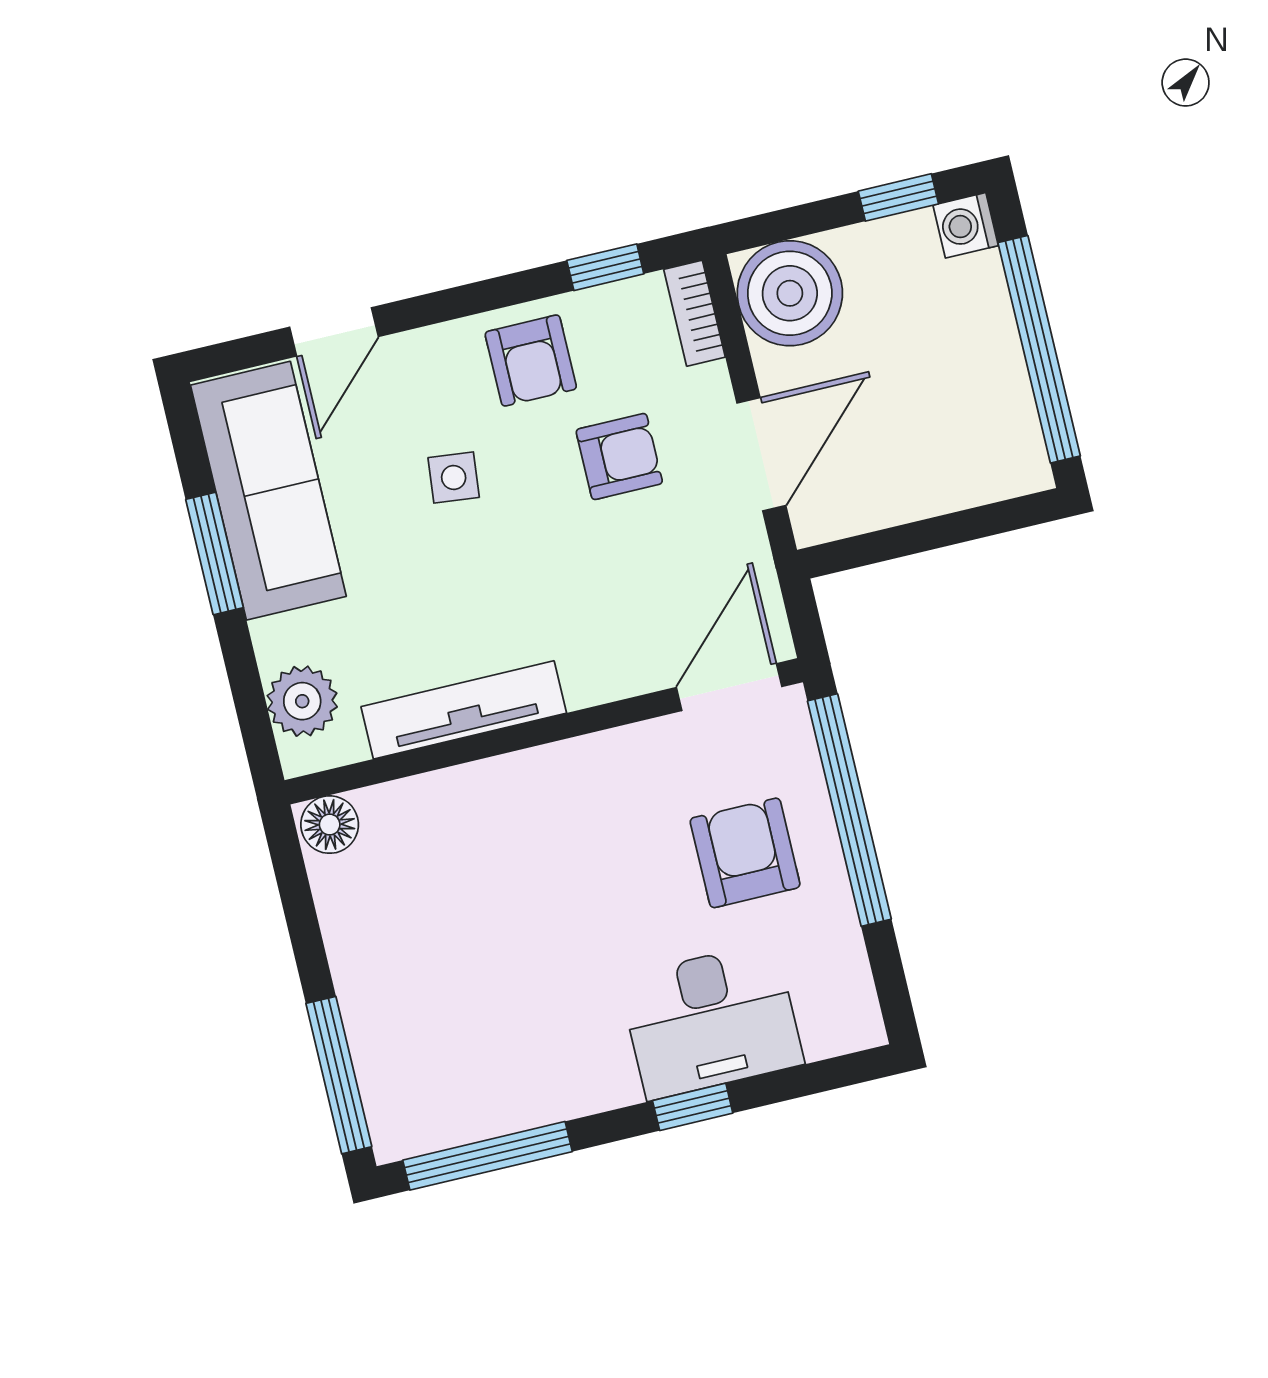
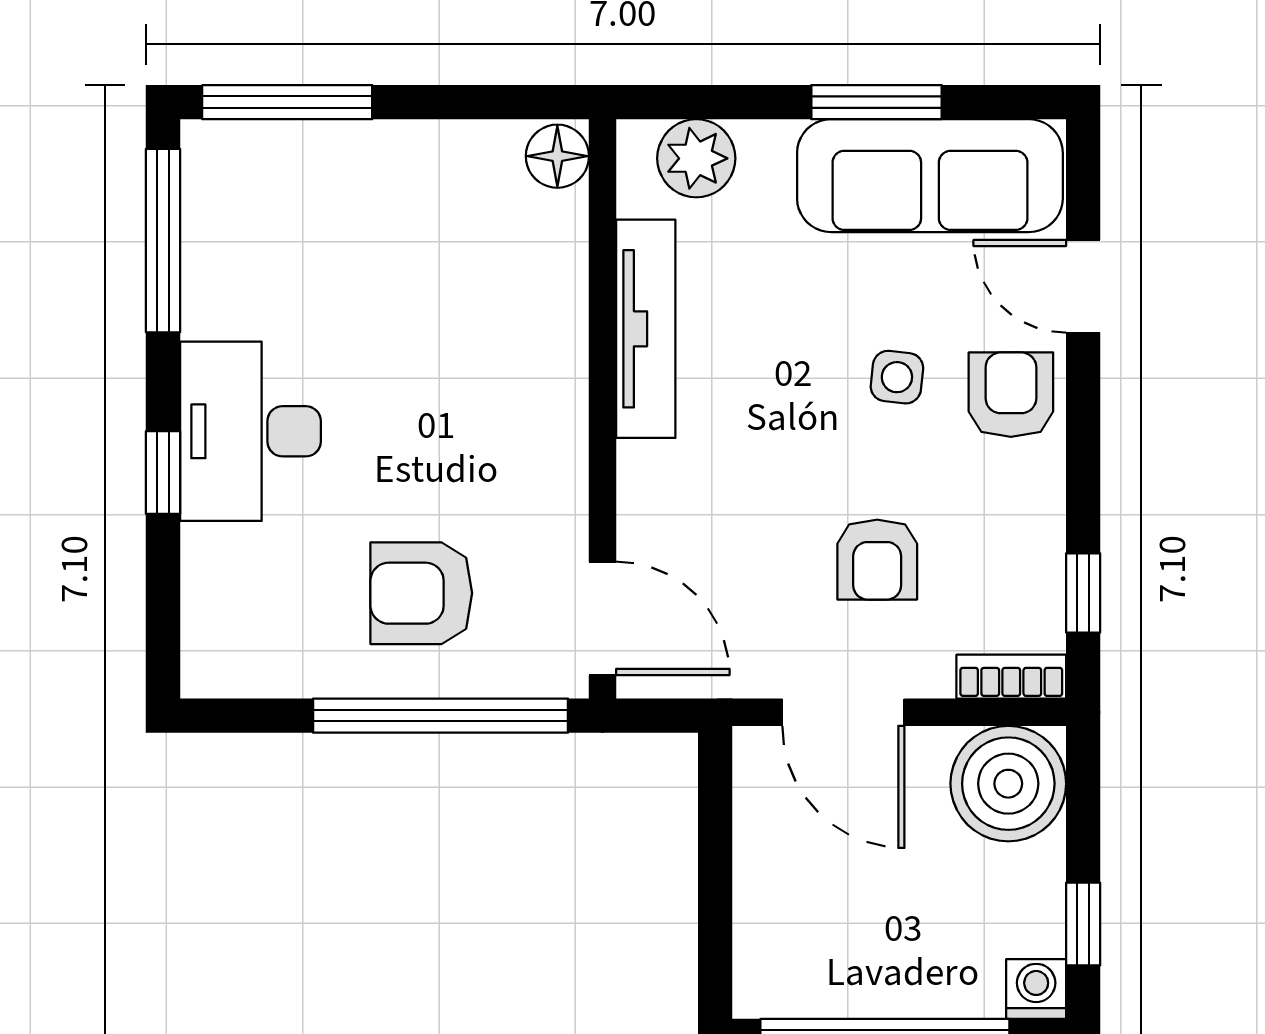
armchair: (531, 361) -> (1011, 395), moved, turned 90
armchair: (745, 853) -> (421, 593), turned 180
desk: (711, 1021) -> (250, 431), moved

